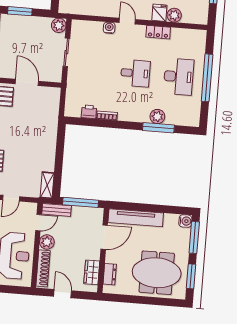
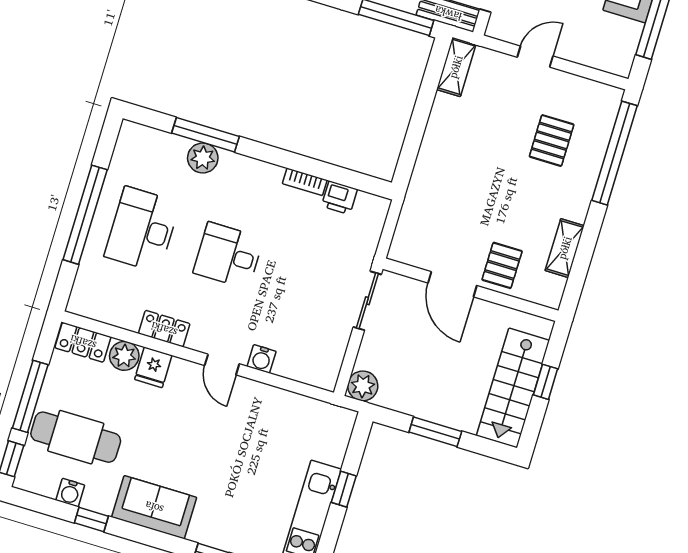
locker: (195, 17) -> (83, 342), added
sliding door: (66, 52) -> (367, 301), moved

